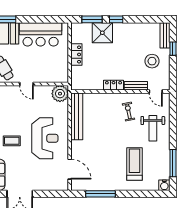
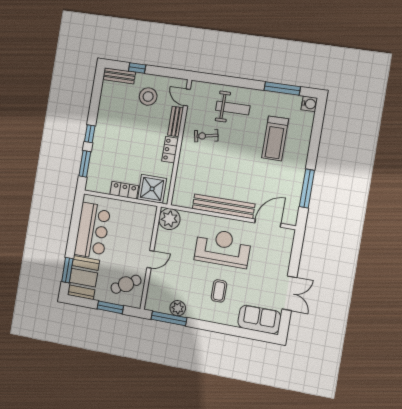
shower: (102, 33) -> (152, 189), moved
door: (156, 92) -> (187, 98), swing flipped
bench: (77, 116) -> (223, 206), moved
treadmill: (134, 164) -> (275, 138), turned -90

